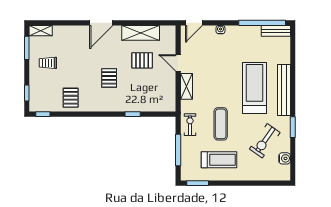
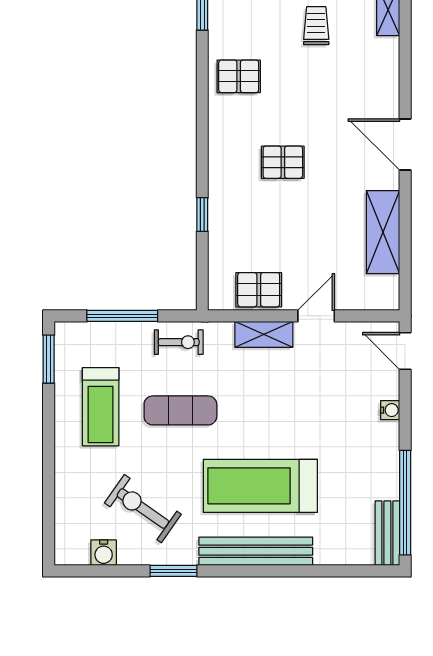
pallet: (142, 60) -> (259, 290), moved, turned 90
treadmill: (254, 88) -> (260, 486), turned 180

